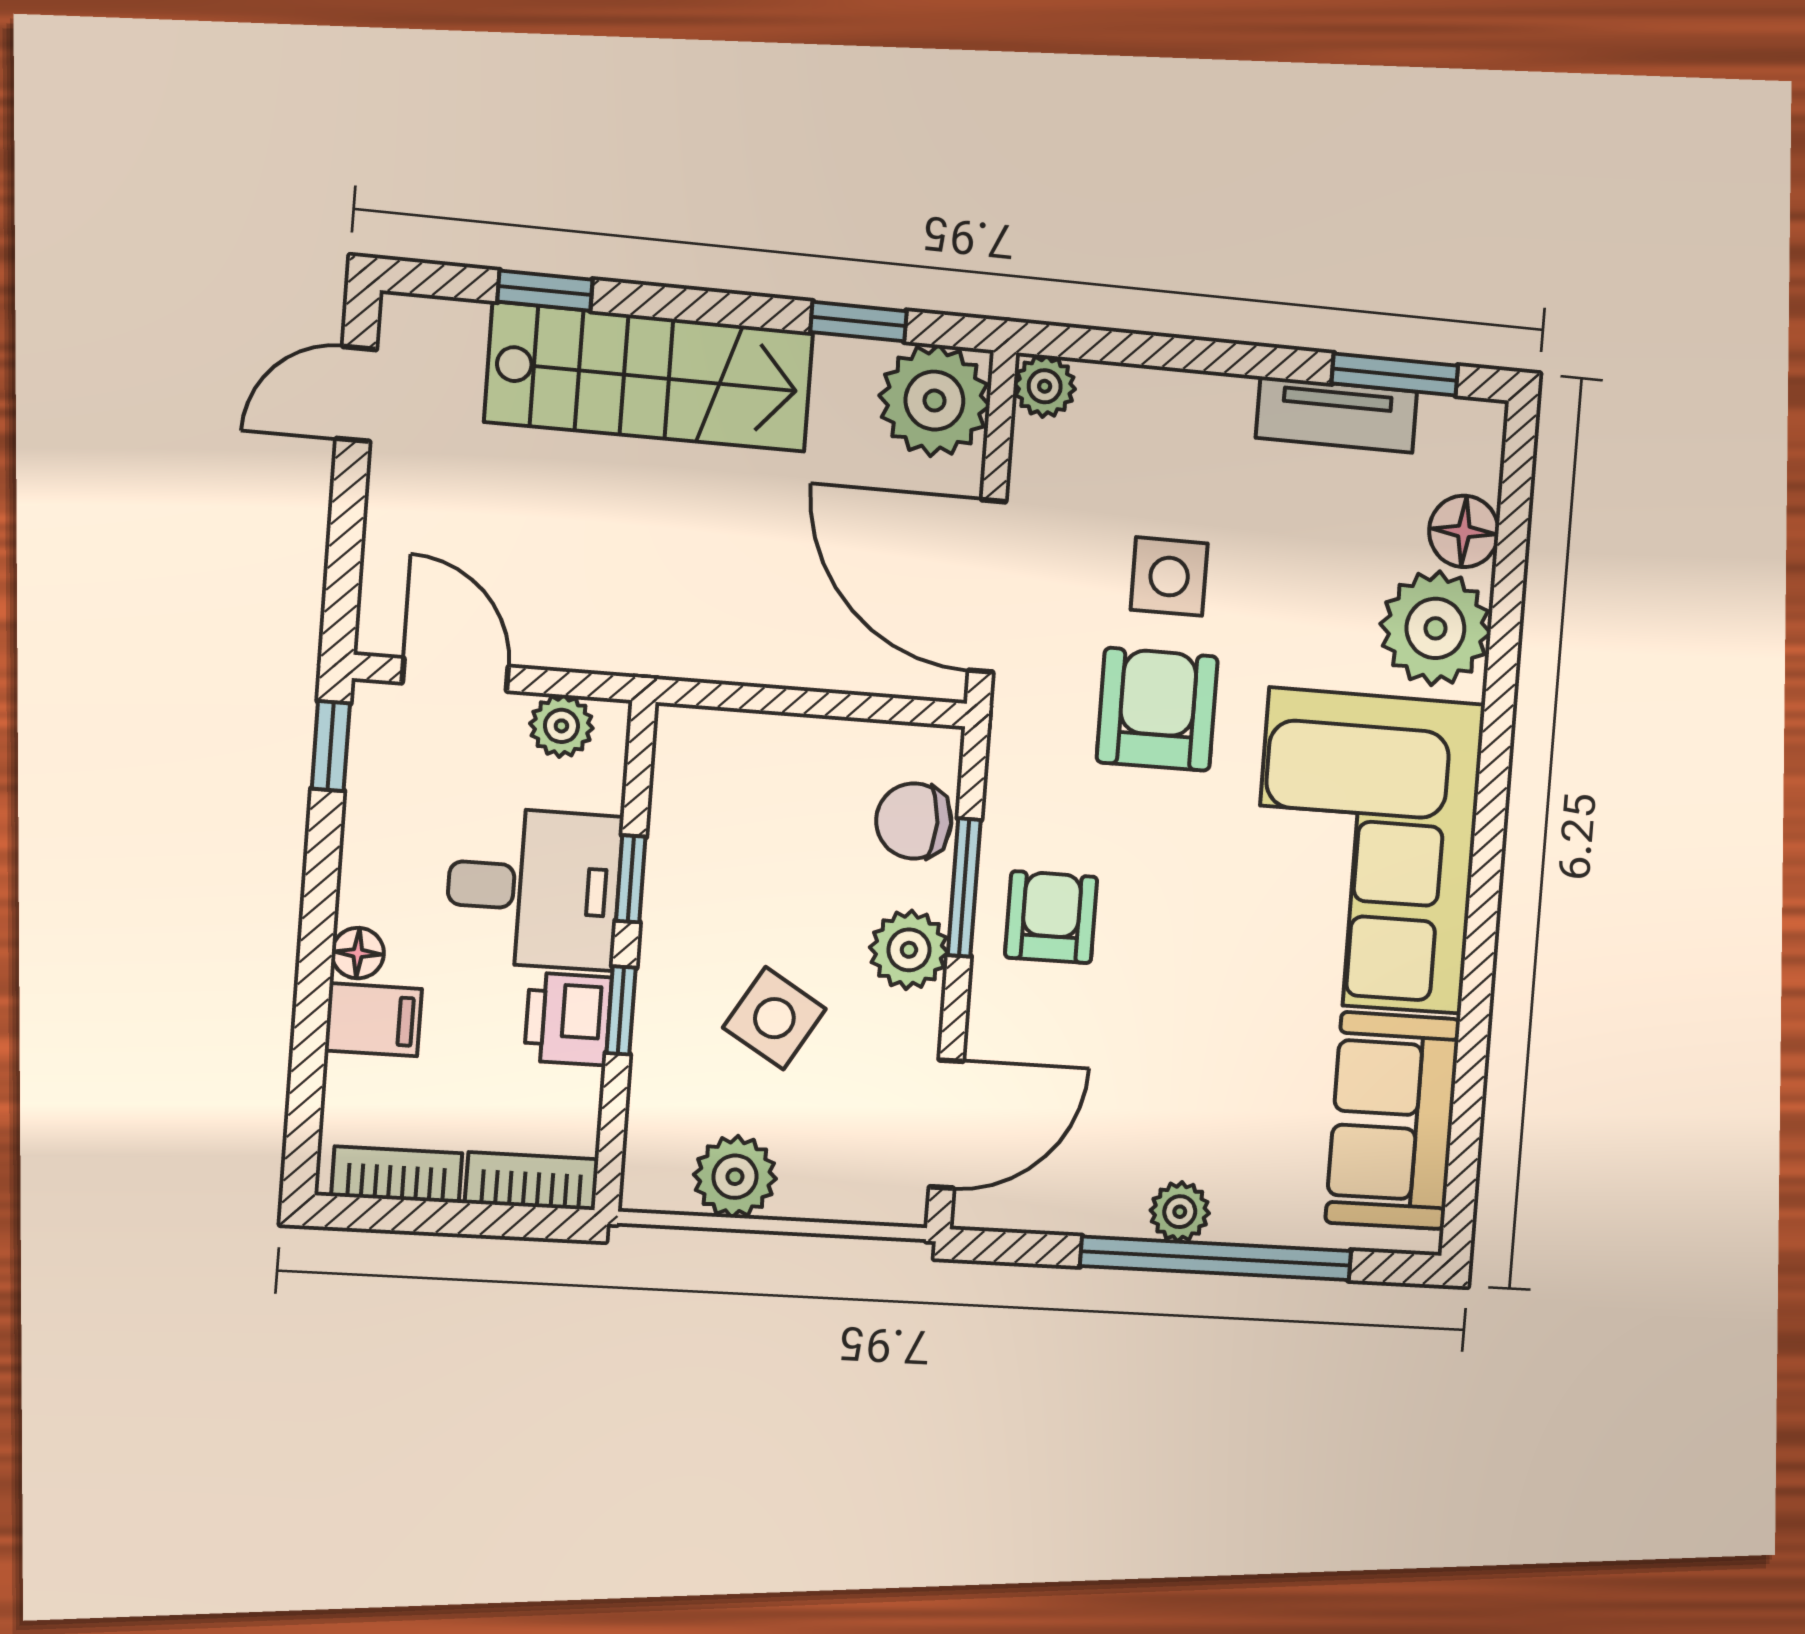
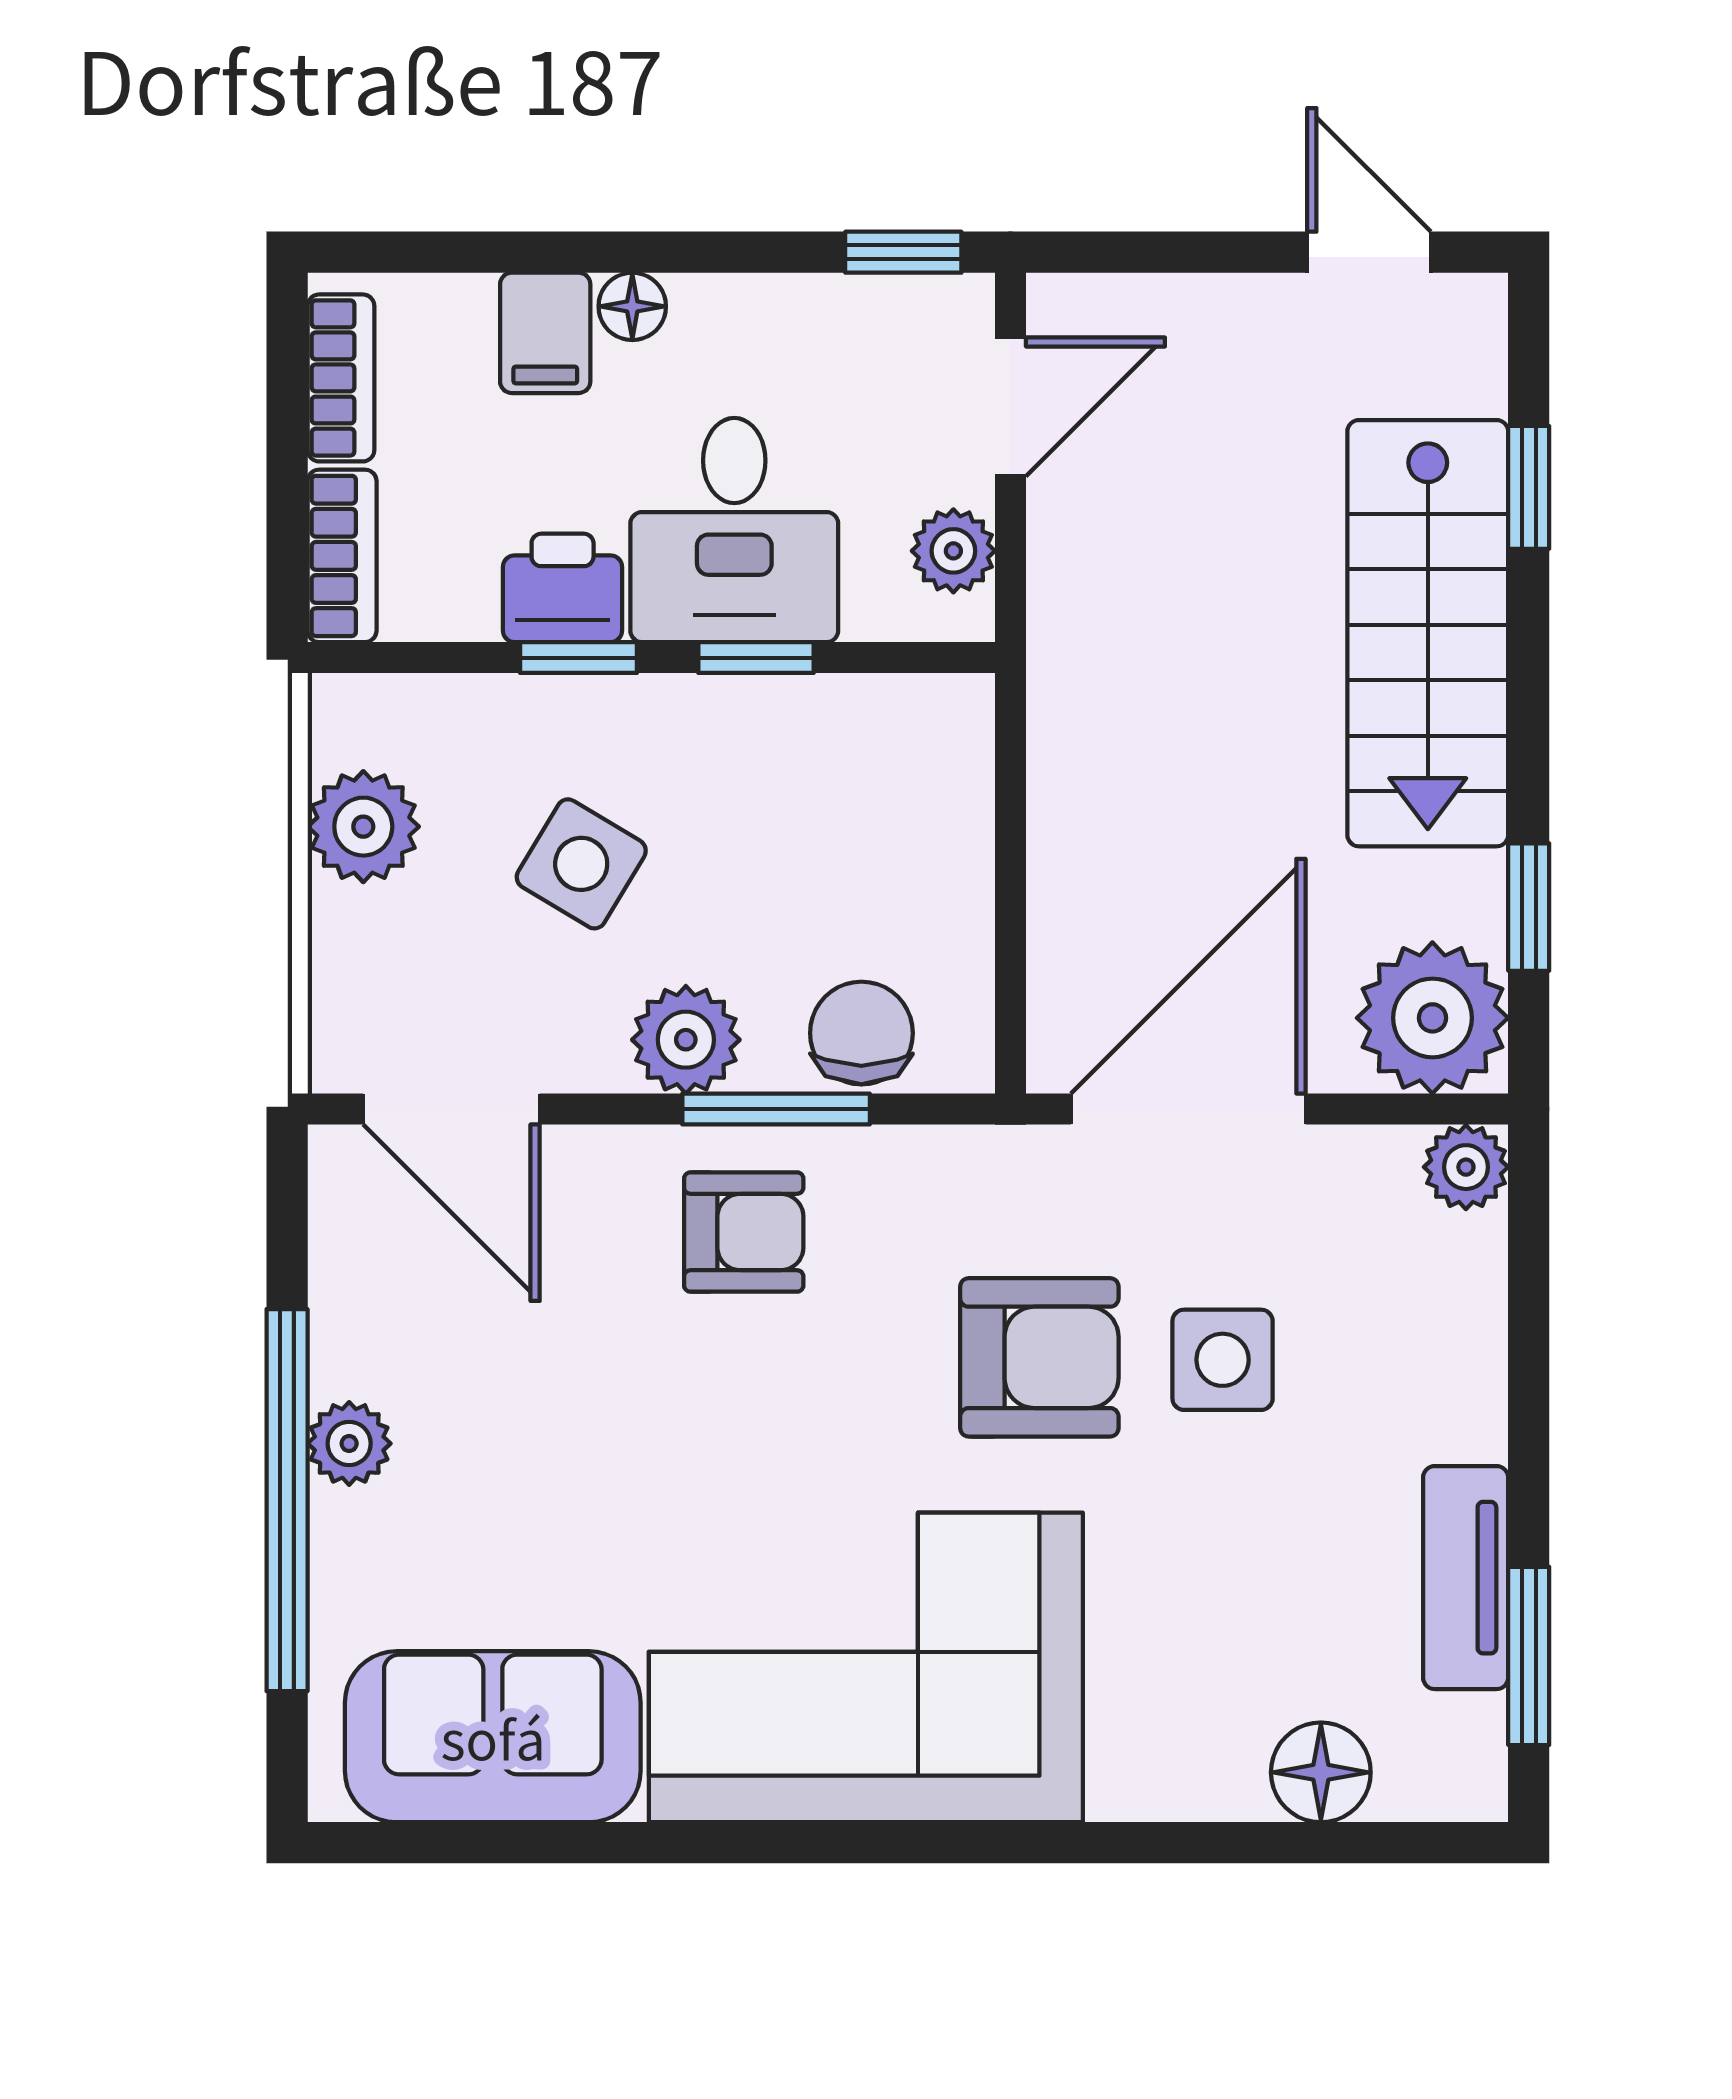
plant: (1436, 628) -> (1183, 1742), removed

